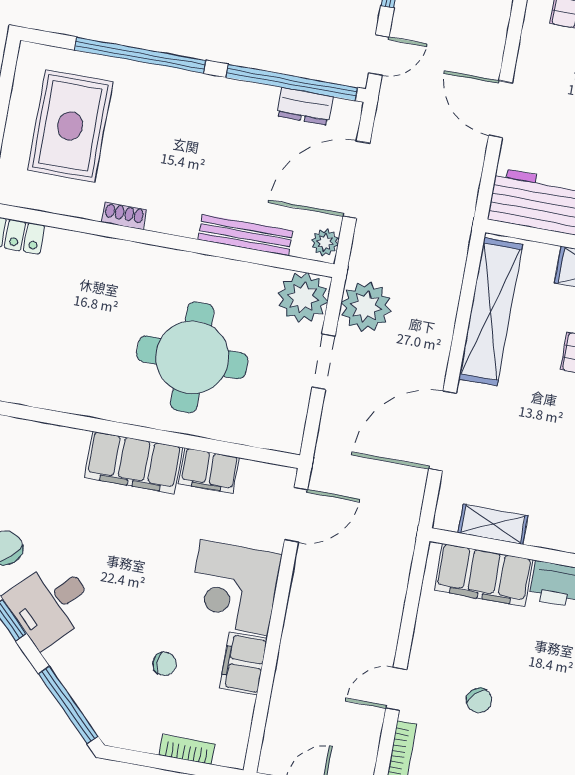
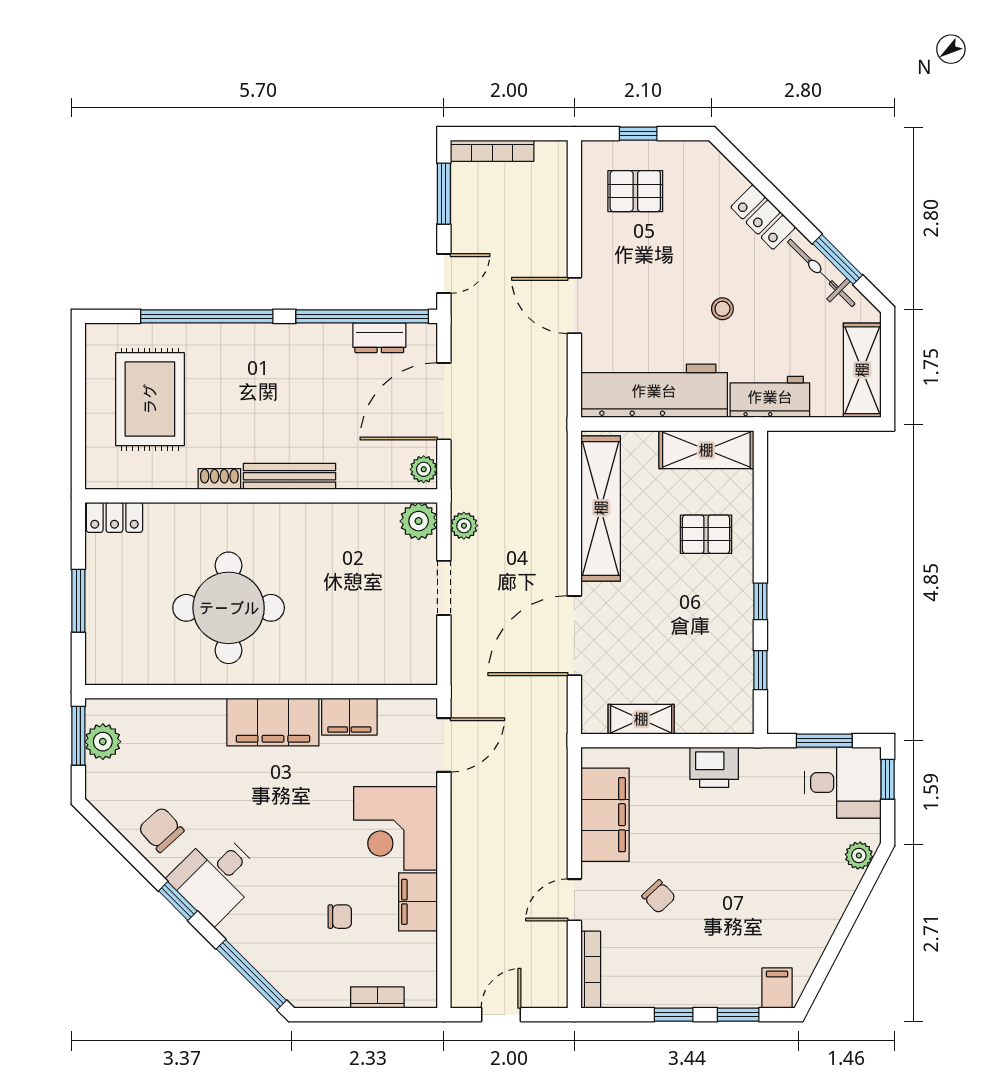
bench: (245, 235) -> (290, 476), moved
plant: (303, 297) -> (419, 521), width x0.73, depth x0.73
plant: (366, 307) -> (464, 526), width x0.53, depth x0.53
round table: (192, 357) -> (229, 608), moved
filing cabinet: (483, 575) -> (605, 815), moved, turned -90

